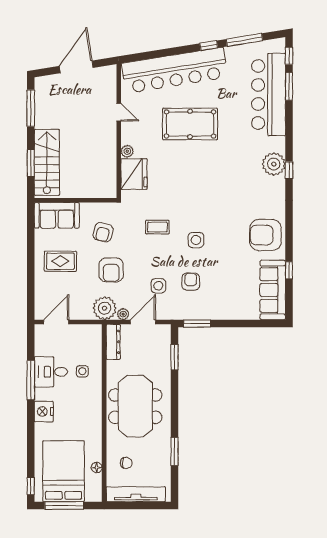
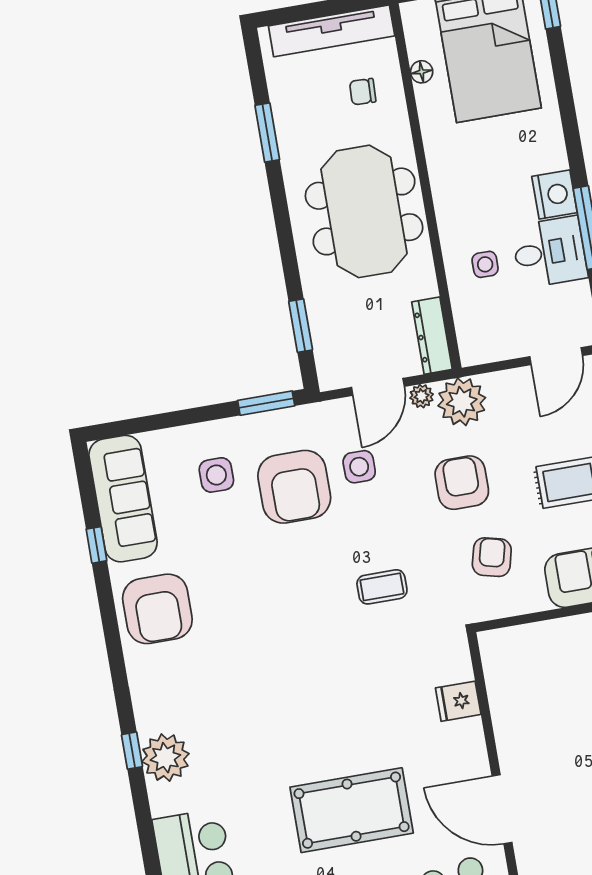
door: (119, 112) -> (502, 809), width x1.87
plant: (127, 151) -> (471, 732), removed
fridge: (134, 174) -> (458, 701), width x0.53, depth x0.75
armchair: (265, 235) -> (157, 609), turned 90
side table: (196, 240) -> (216, 475), moved
armchair: (191, 282) -> (294, 487), width x1.88, depth x1.88
nightstand: (44, 412) -> (555, 194), moved

